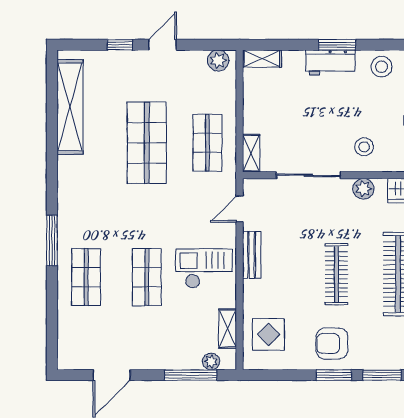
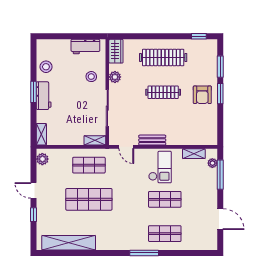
checkout: (204, 269) -> (160, 167), turned 180
display table: (268, 334) -> (197, 131), removed

